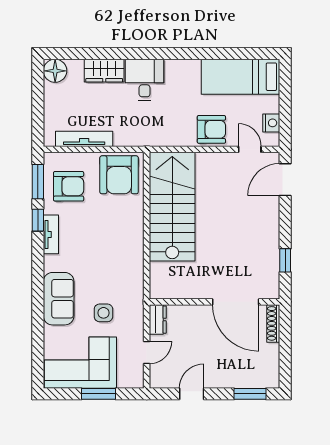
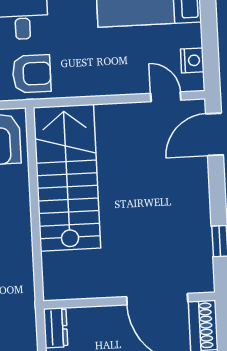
armchair: (211, 129) -> (32, 74), moved

